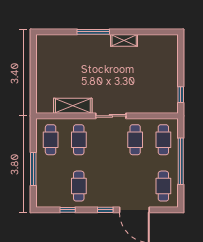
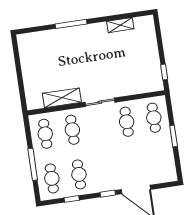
shelving: (124, 40) -> (120, 25), moved
window: (181, 161) -> (174, 136), width x0.47
cafe table: (163, 186) -> (52, 178), moved

